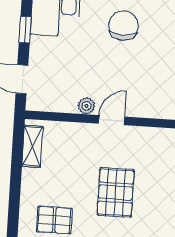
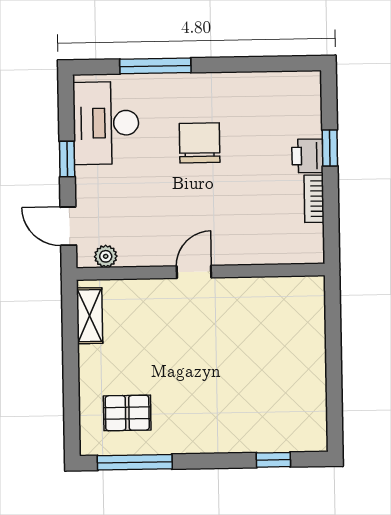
plant: (86, 106) -> (106, 256), moved
pallet: (116, 192) -> (207, 369), removed

